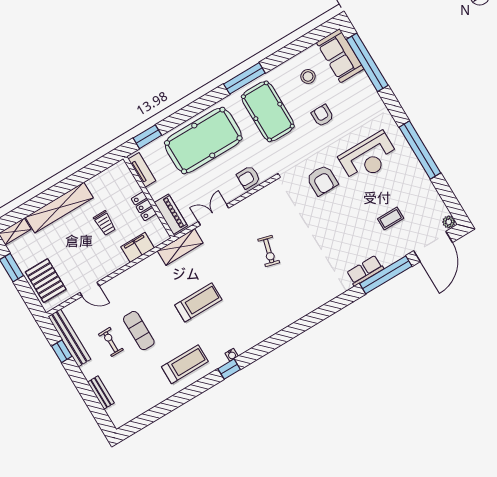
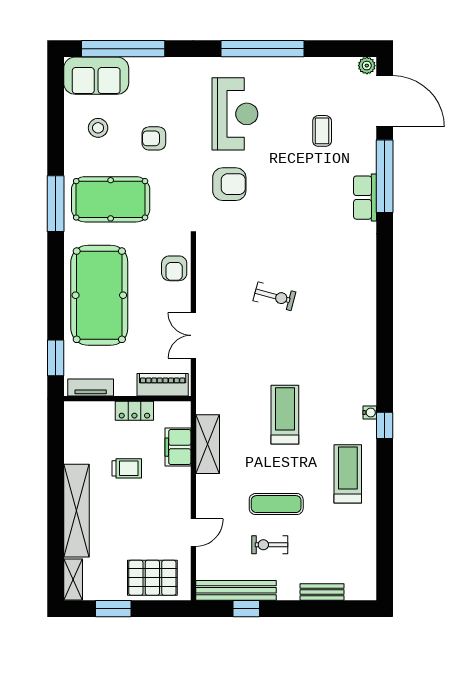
shelving: (180, 247) -> (208, 444), moved

